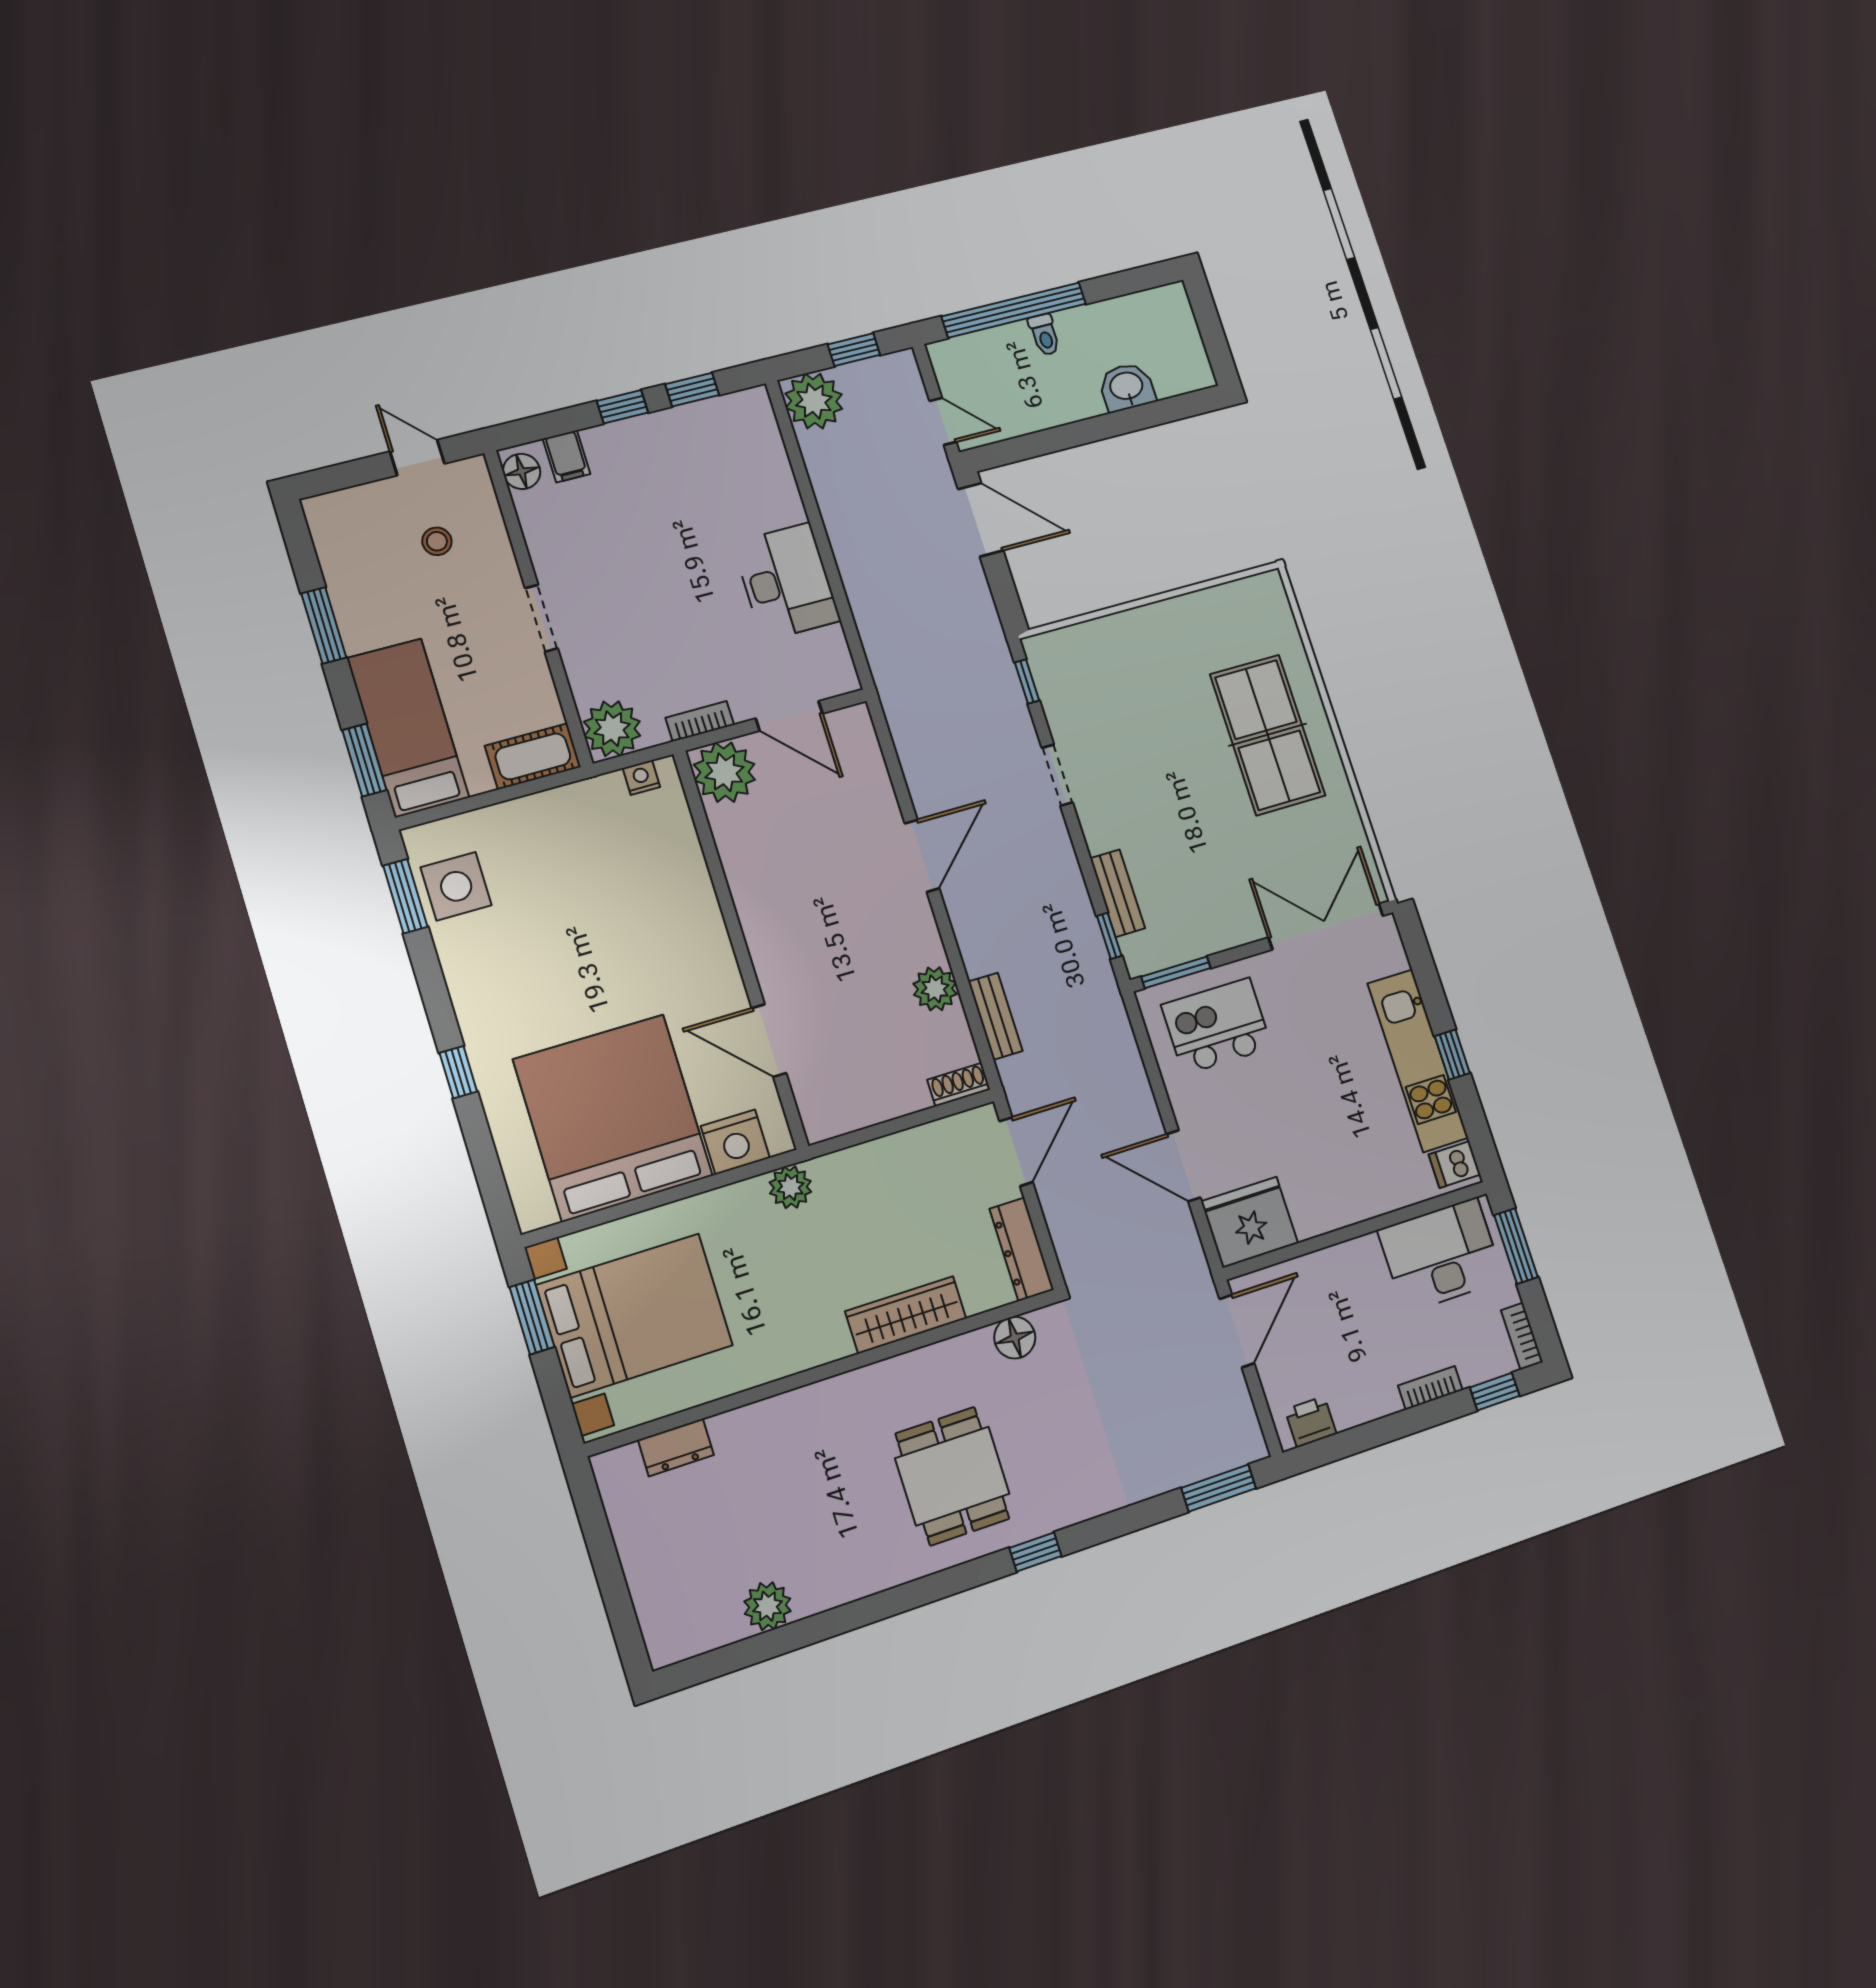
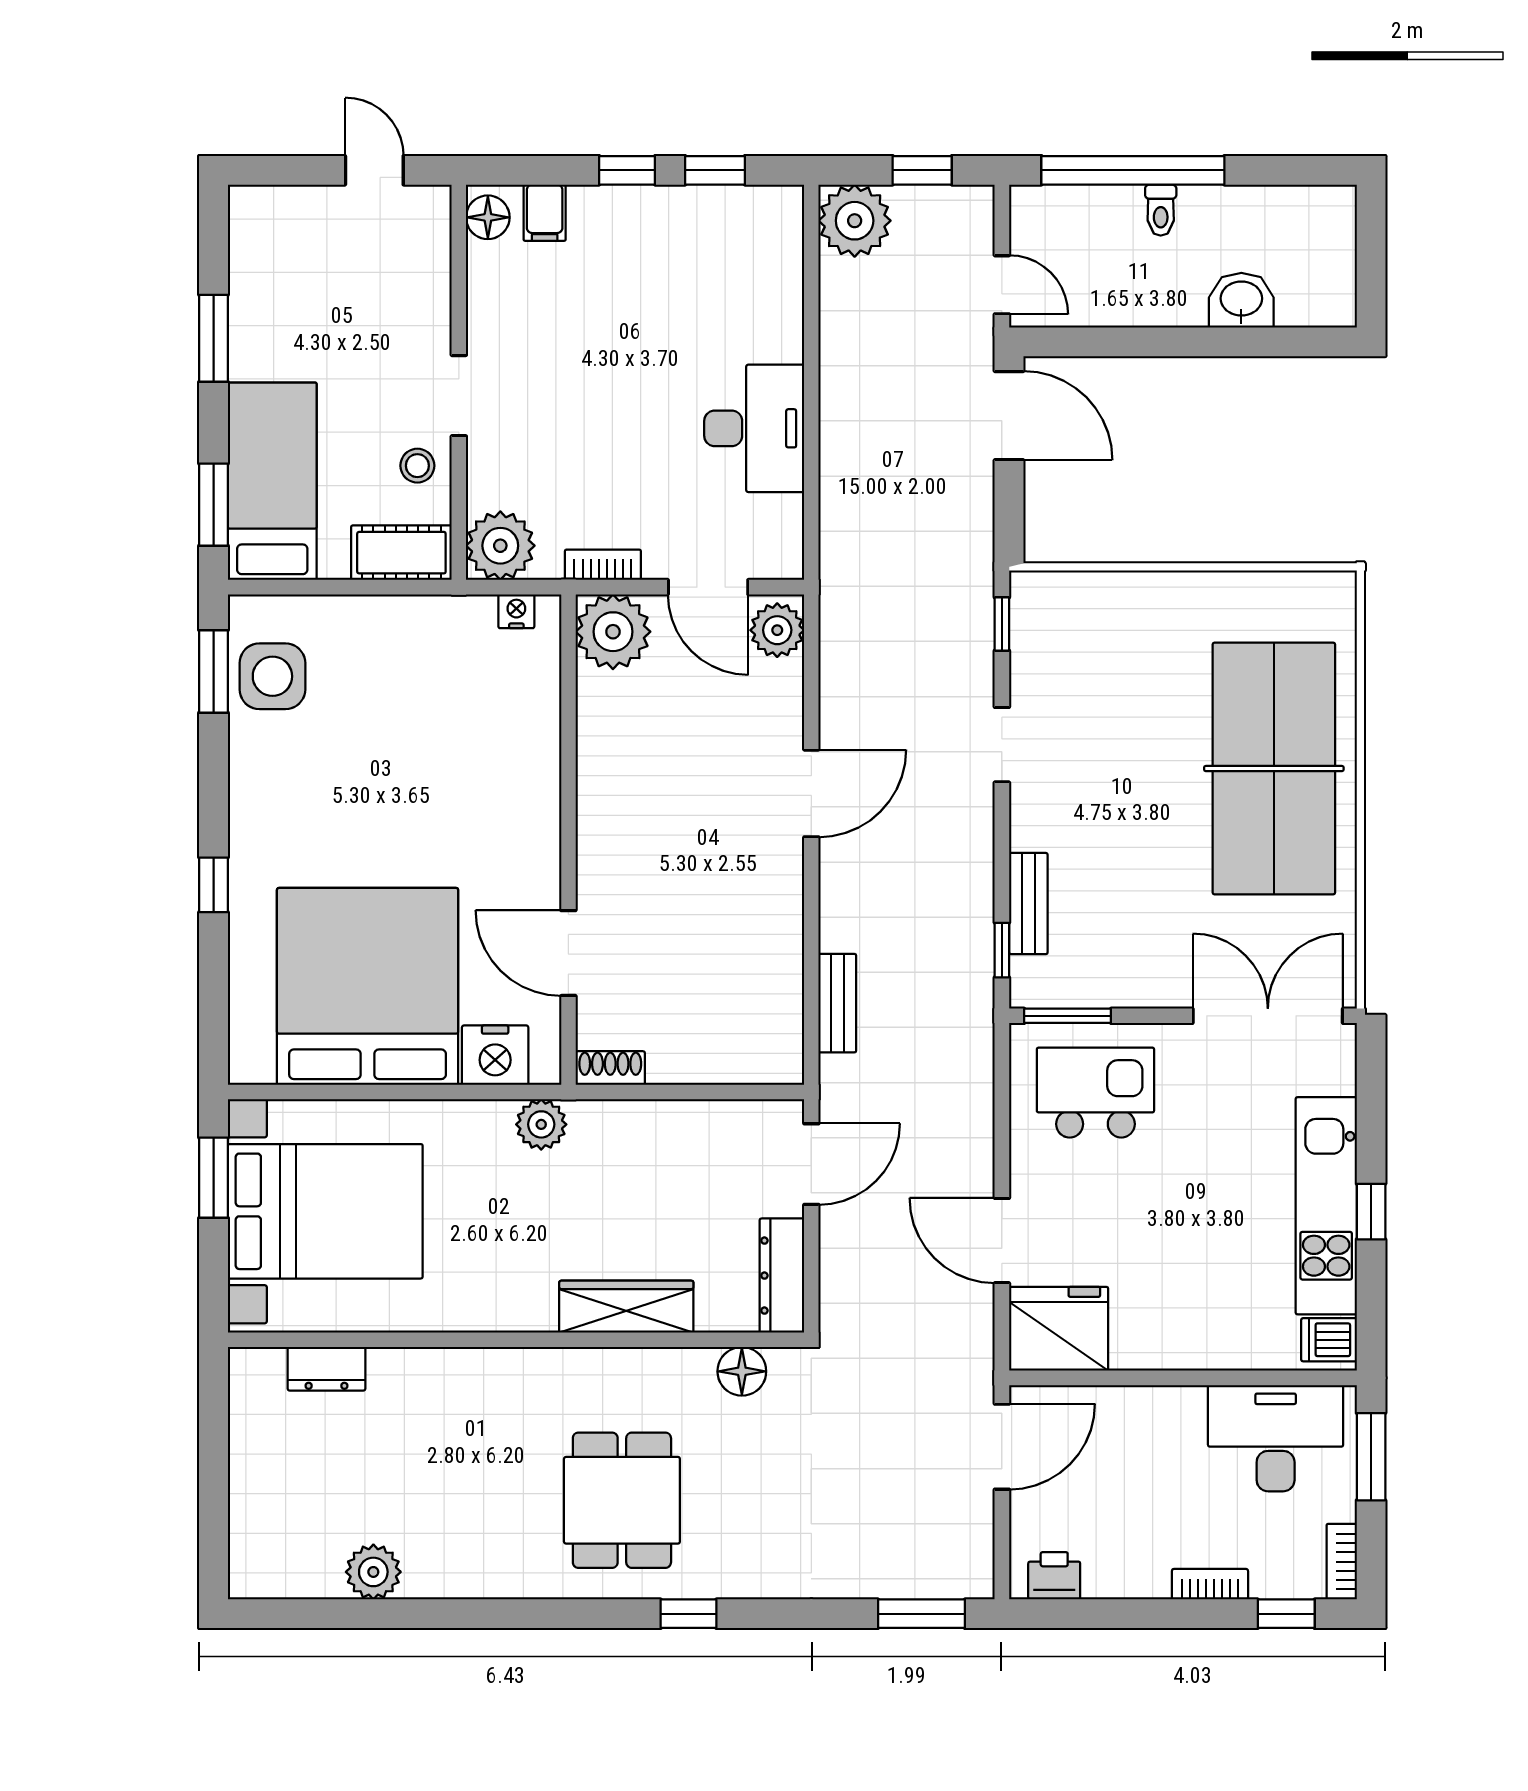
stool: (437, 541) -> (417, 466), moved
table tennis table: (1268, 735) -> (1274, 769), width x1.36, depth x1.32
plant: (935, 989) -> (777, 630), moved
shoe rack: (959, 1085) -> (610, 1068), moved

